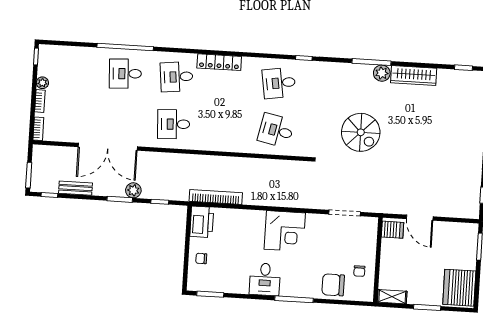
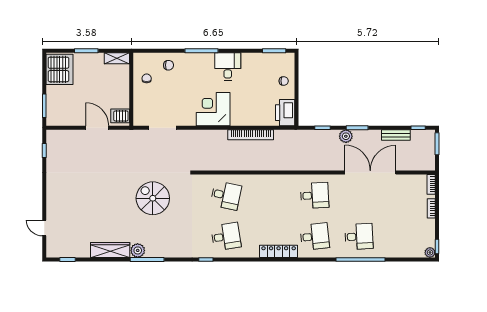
plant: (42, 83) -> (430, 252), moved
bookcase: (216, 197) -> (251, 135), moved
chair: (333, 285) -> (169, 65), width x0.54, depth x0.54

